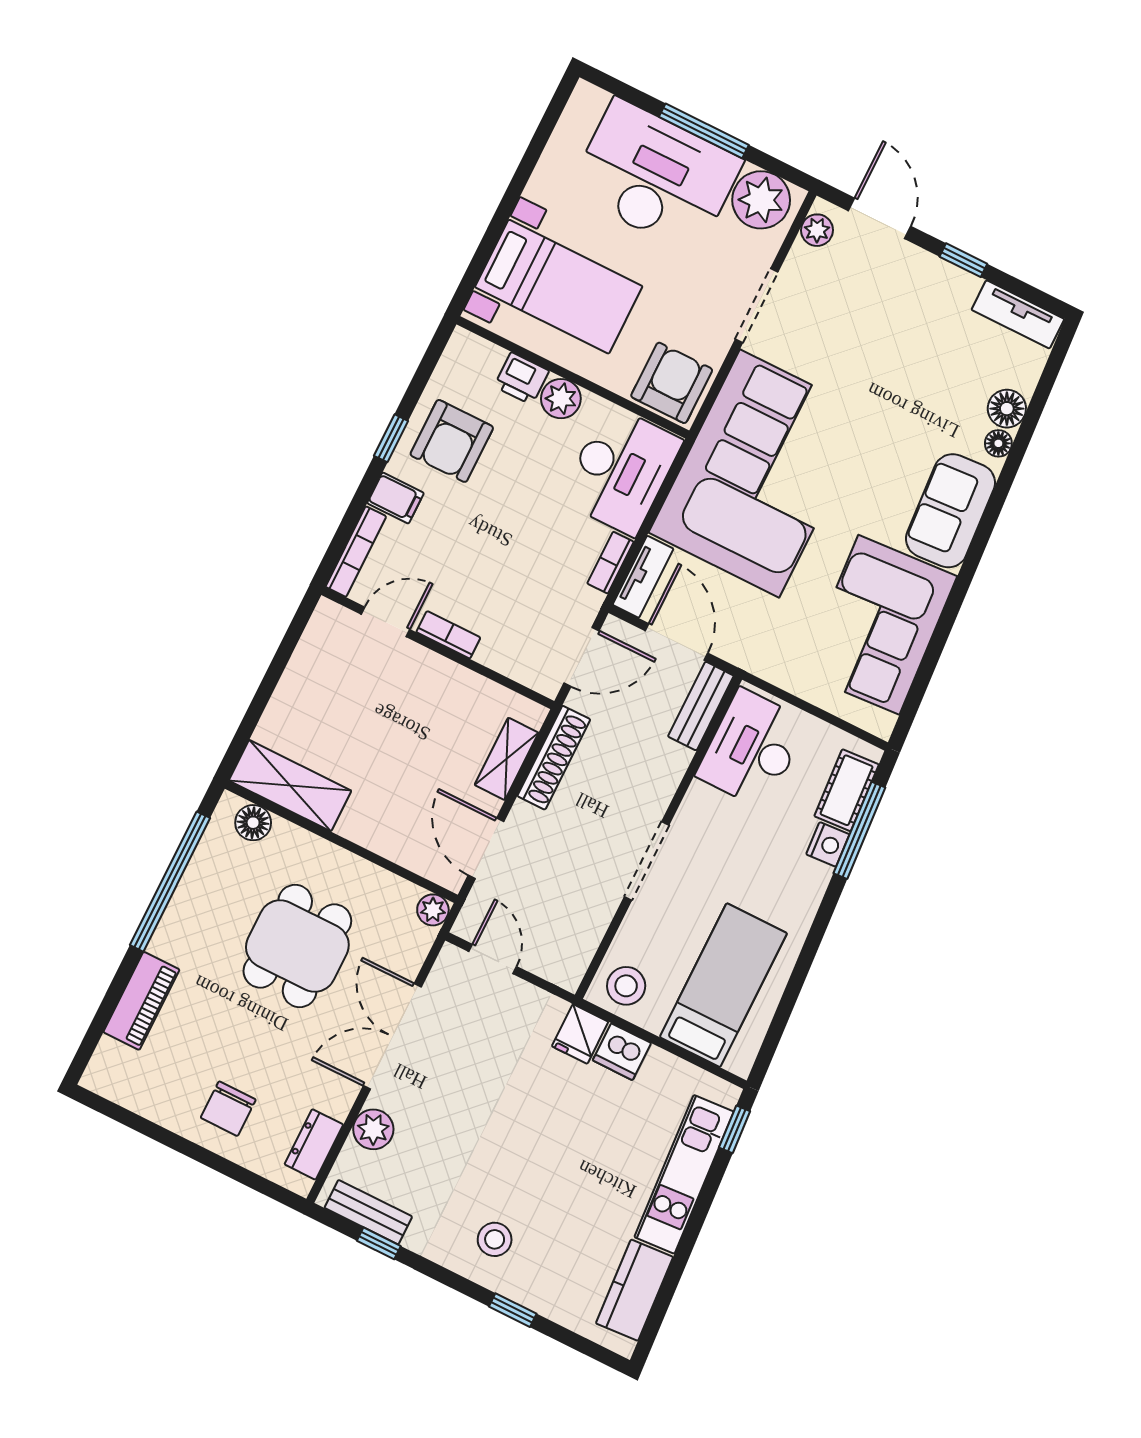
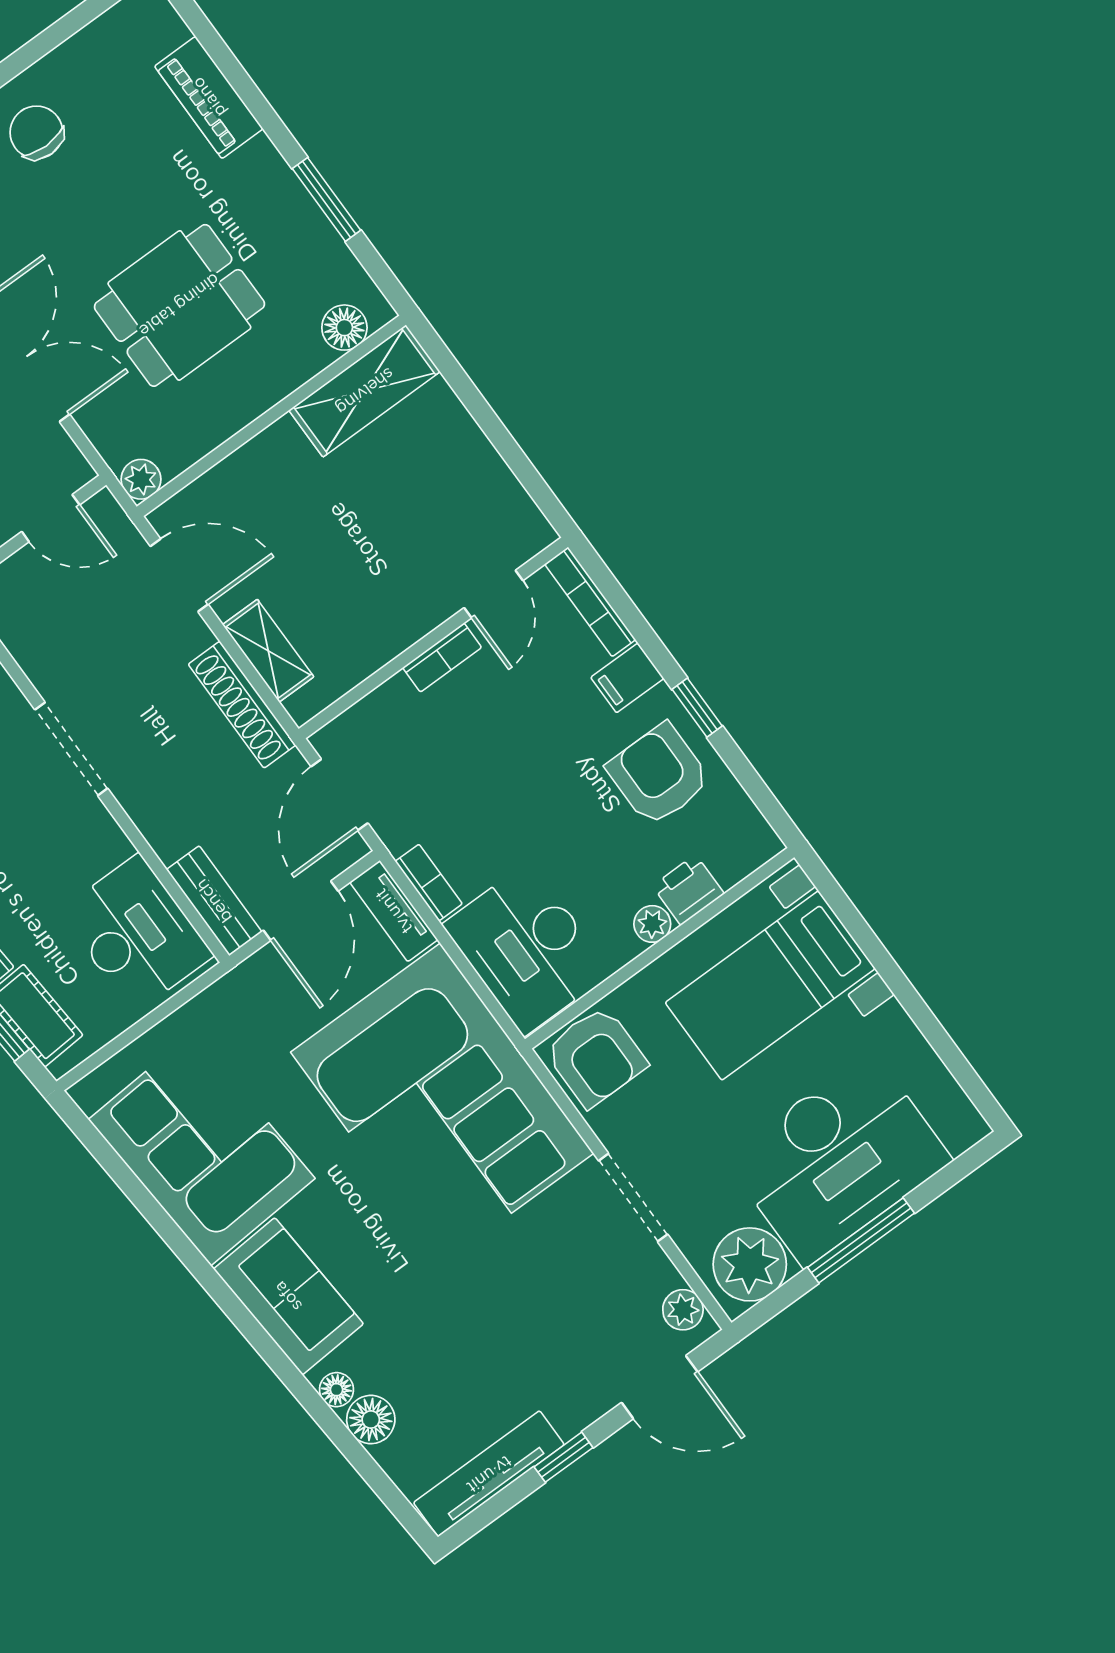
tv unit: (1018, 314) -> (489, 1474), width x1.41
plant: (561, 399) -> (652, 924), width x0.73, depth x0.73
door: (677, 642) -> (301, 911), hinge flipped
window: (170, 882) -> (327, 199), width x0.47
dining table: (297, 946) -> (179, 305), turned 90

